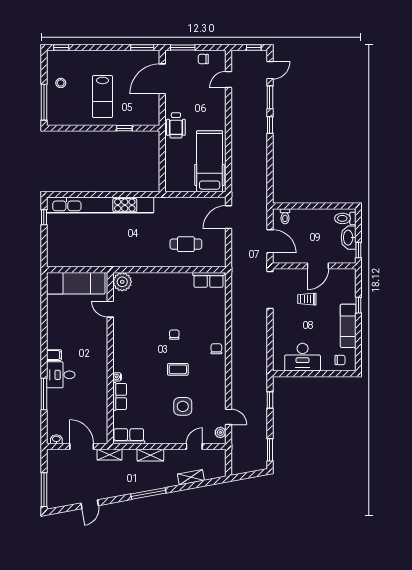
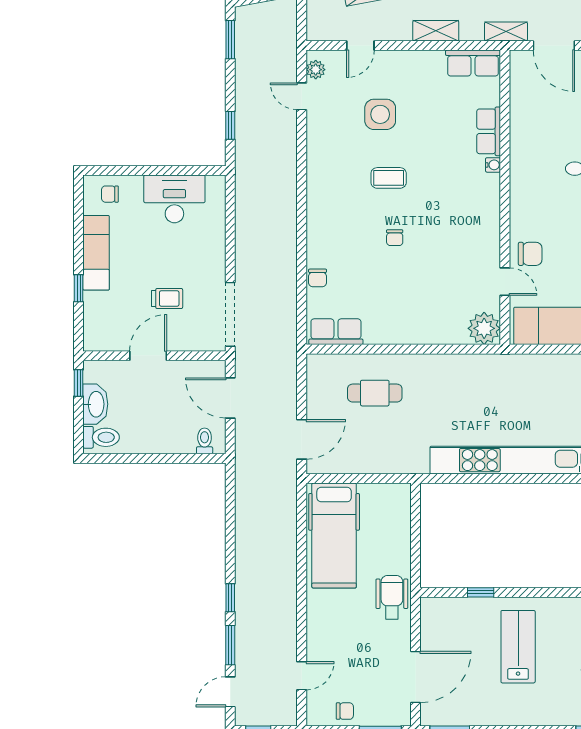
chair: (95, 325) -> (530, 254), added
chair: (216, 349) -> (318, 278), moved

